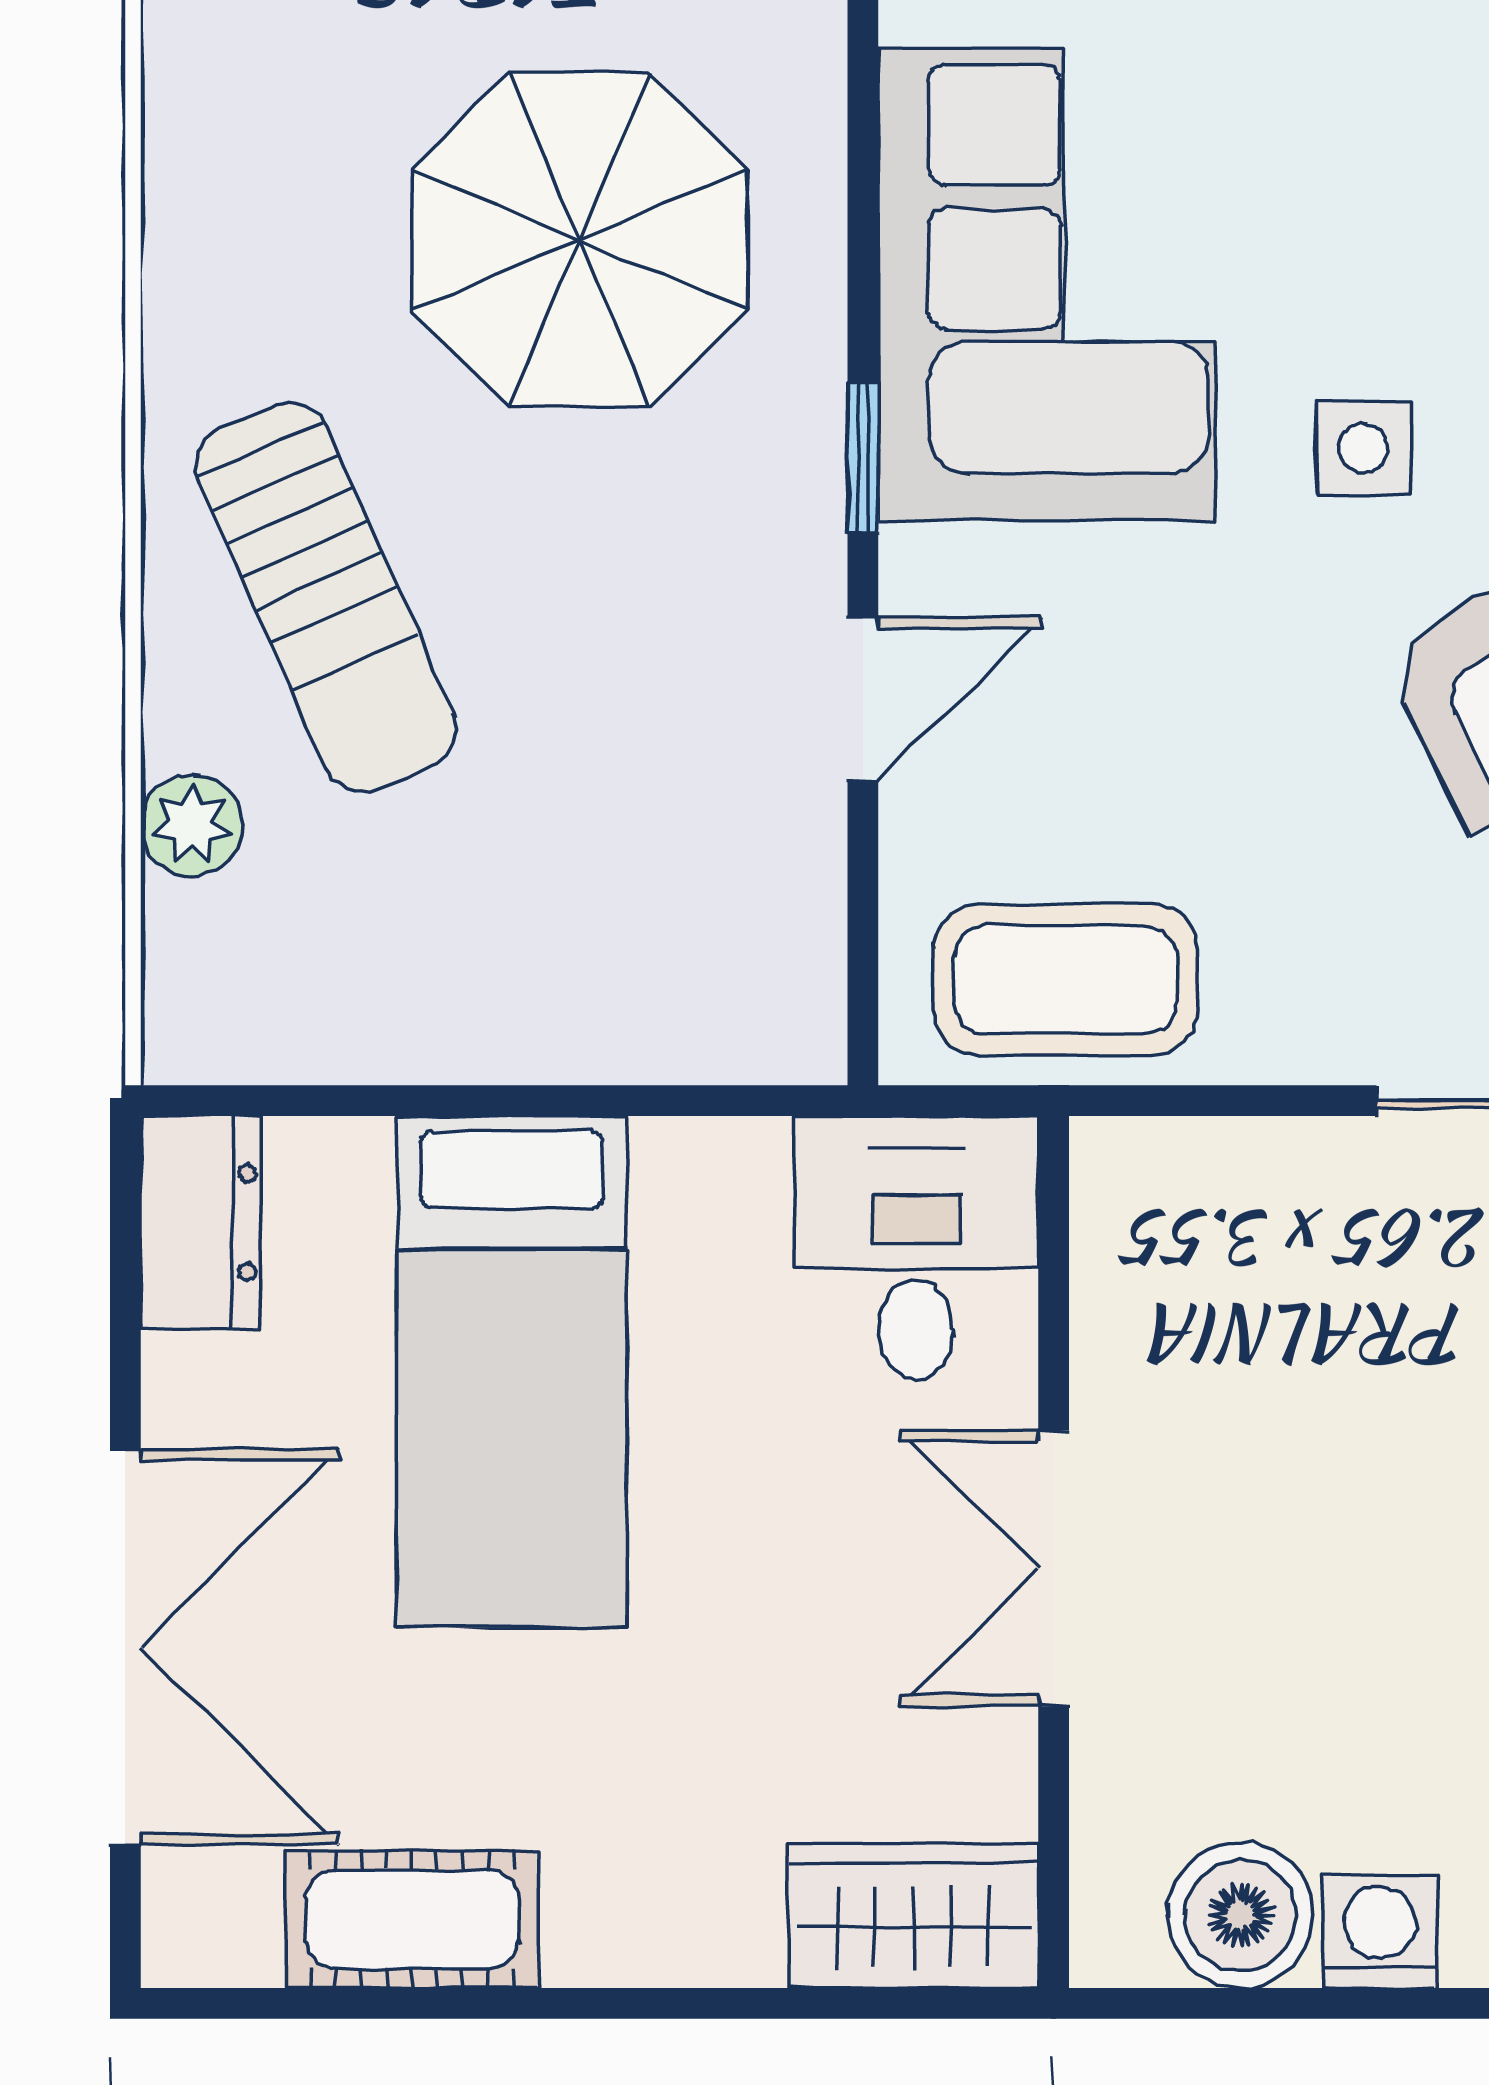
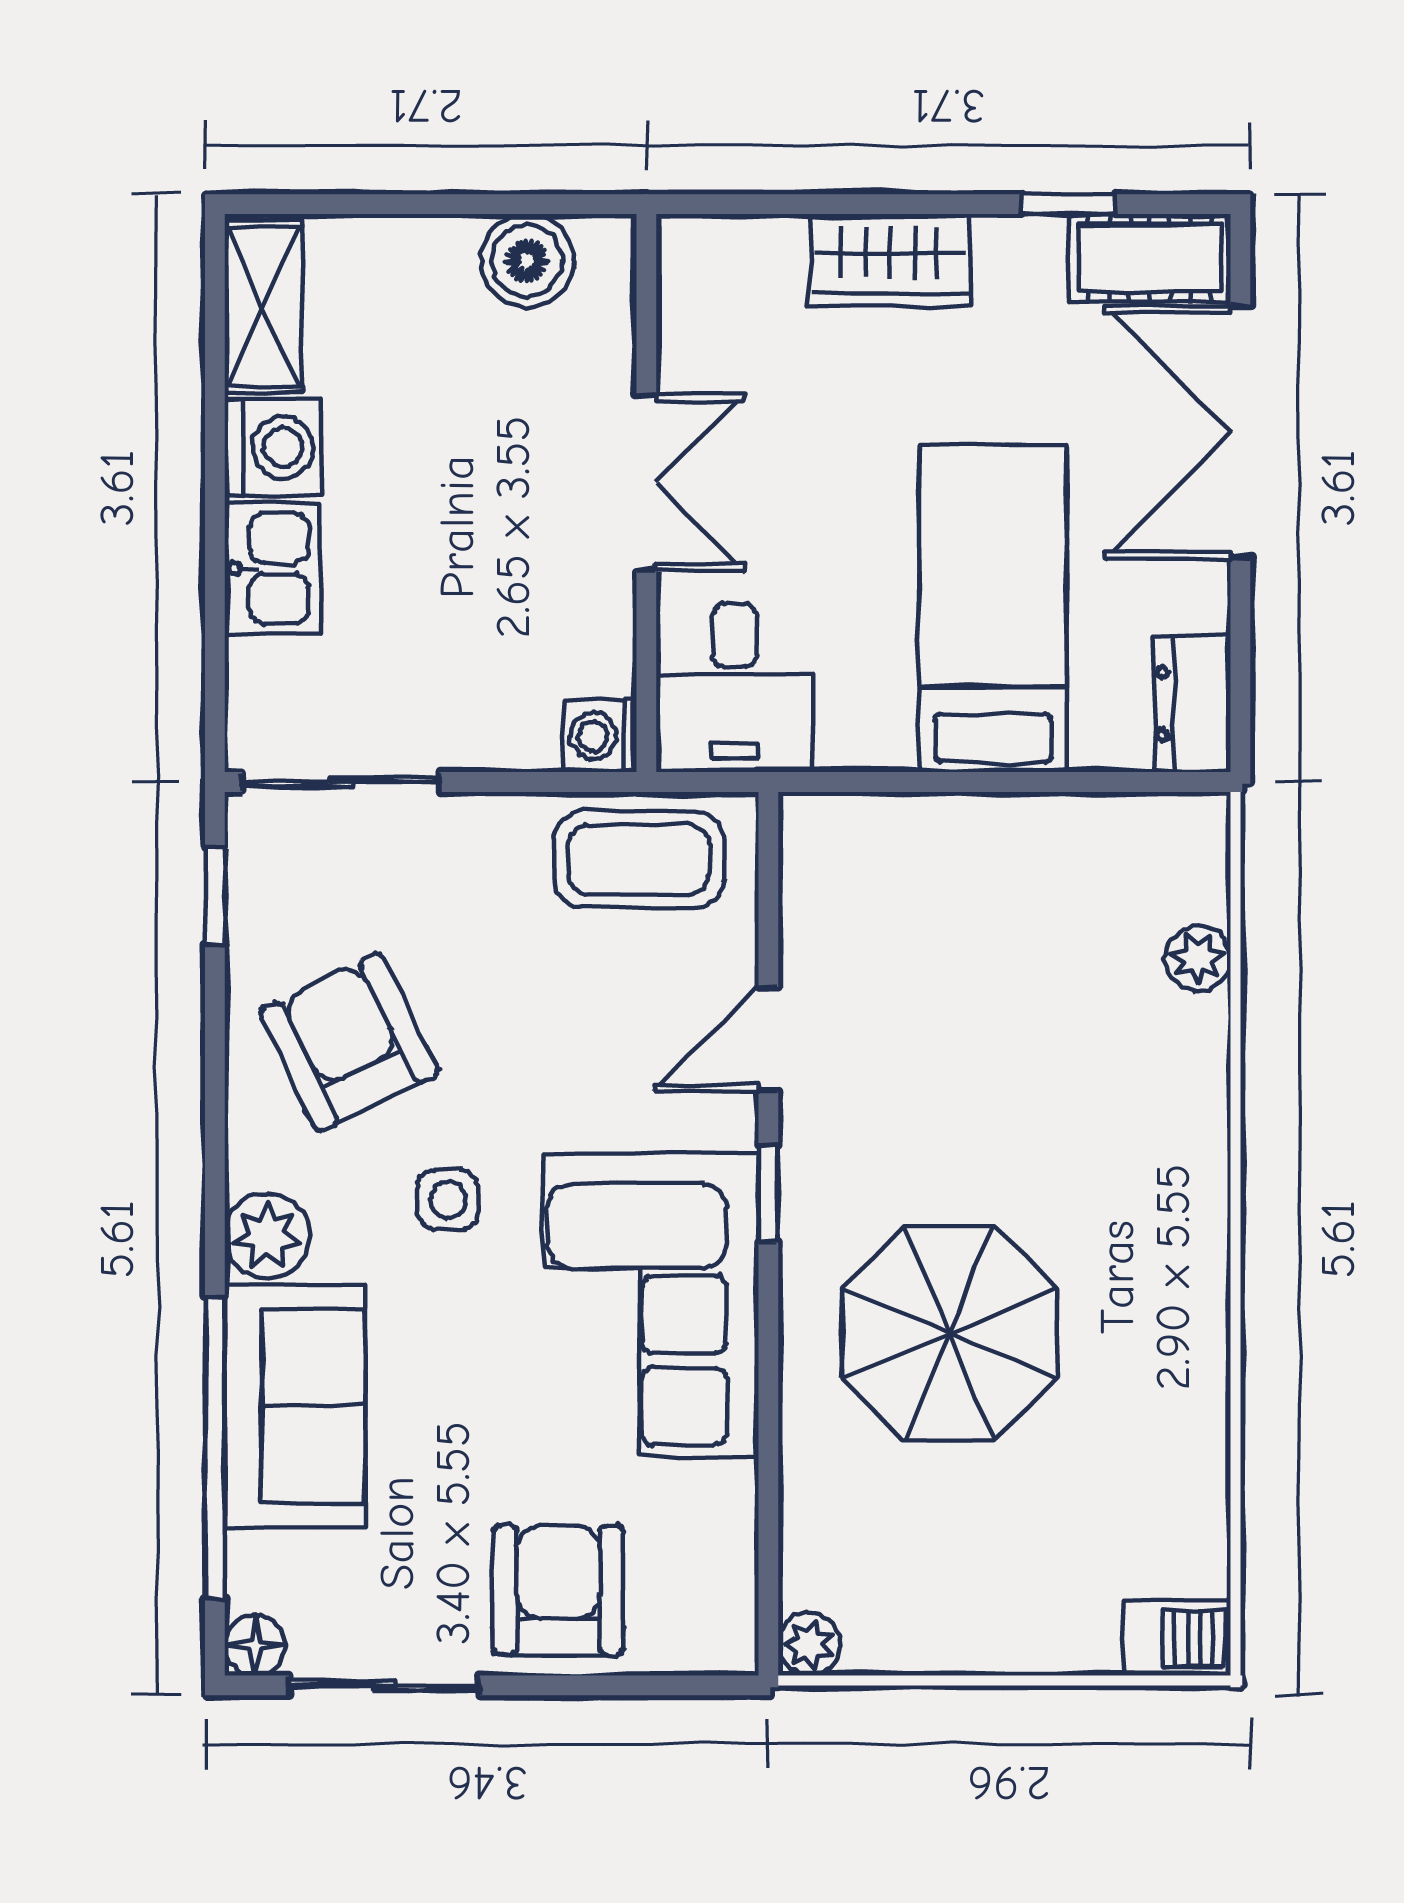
sun lounger: (326, 597) -> (1112, 1104), removed
wardrobe: (913, 1916) -> (890, 260), moved
cot: (412, 1919) -> (1150, 258), moved
washing machine: (1380, 1931) -> (600, 736), moved, turned 90
window: (393, 2003) -> (1069, 204), added

